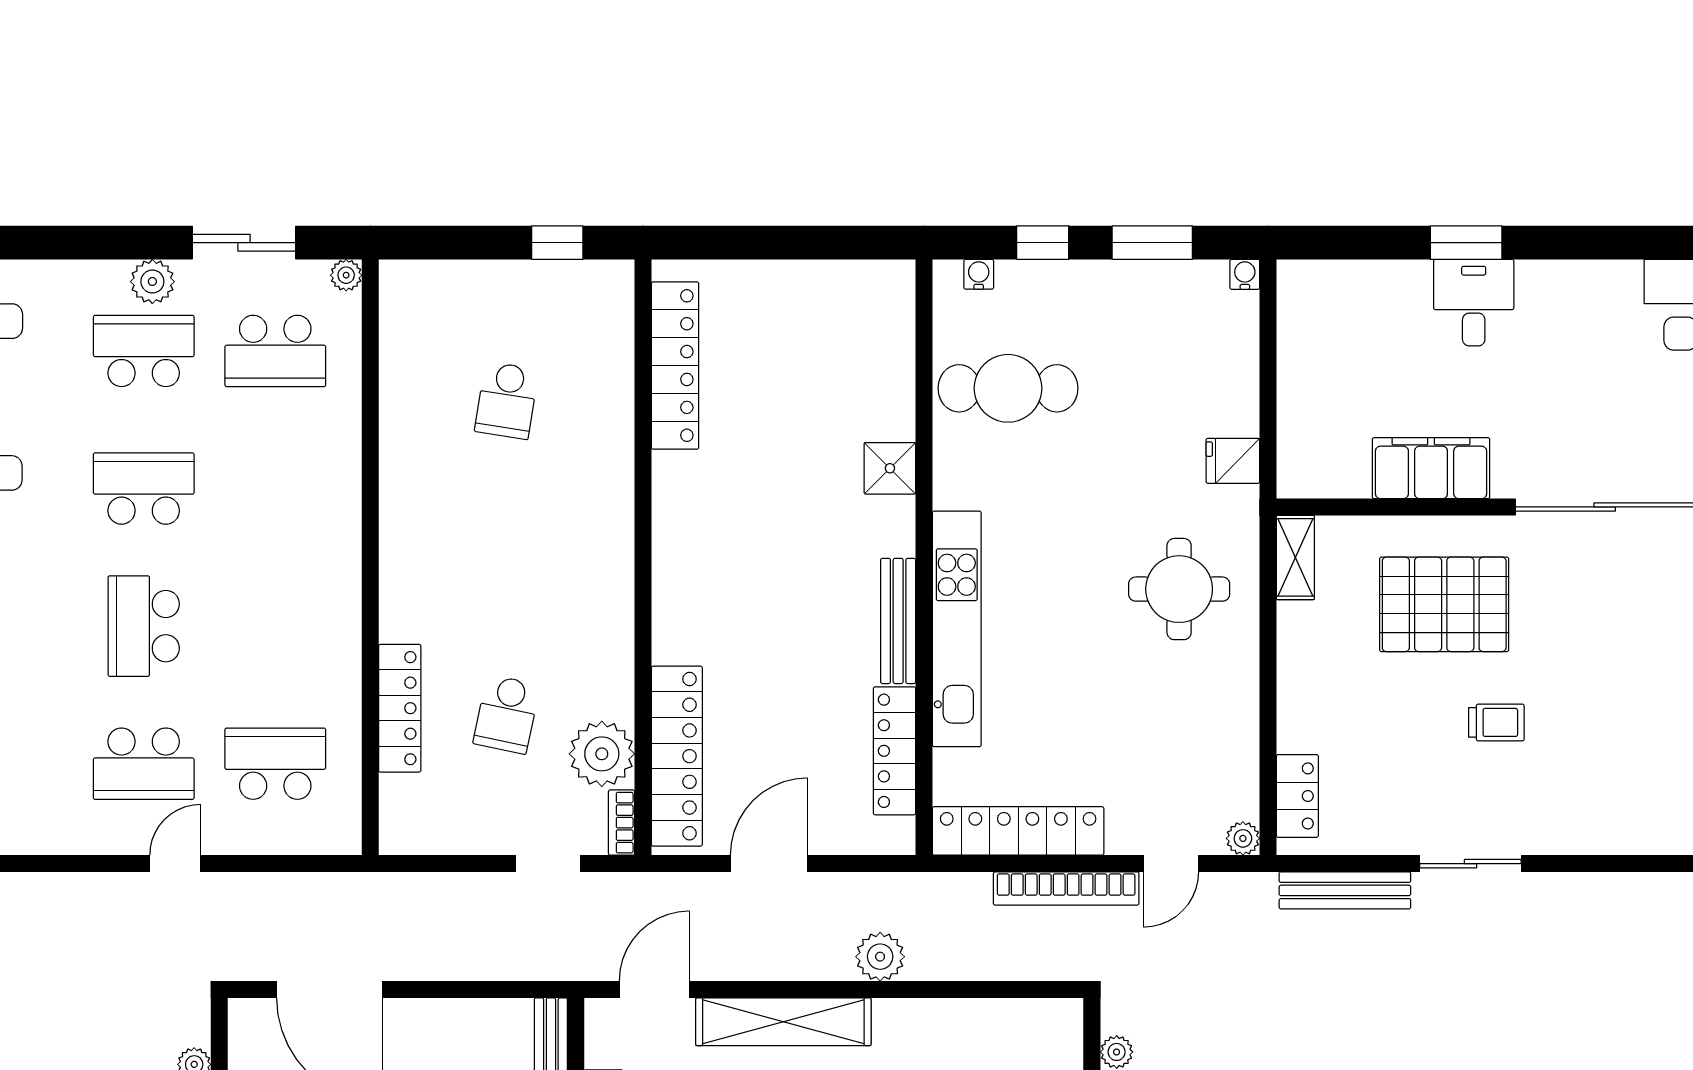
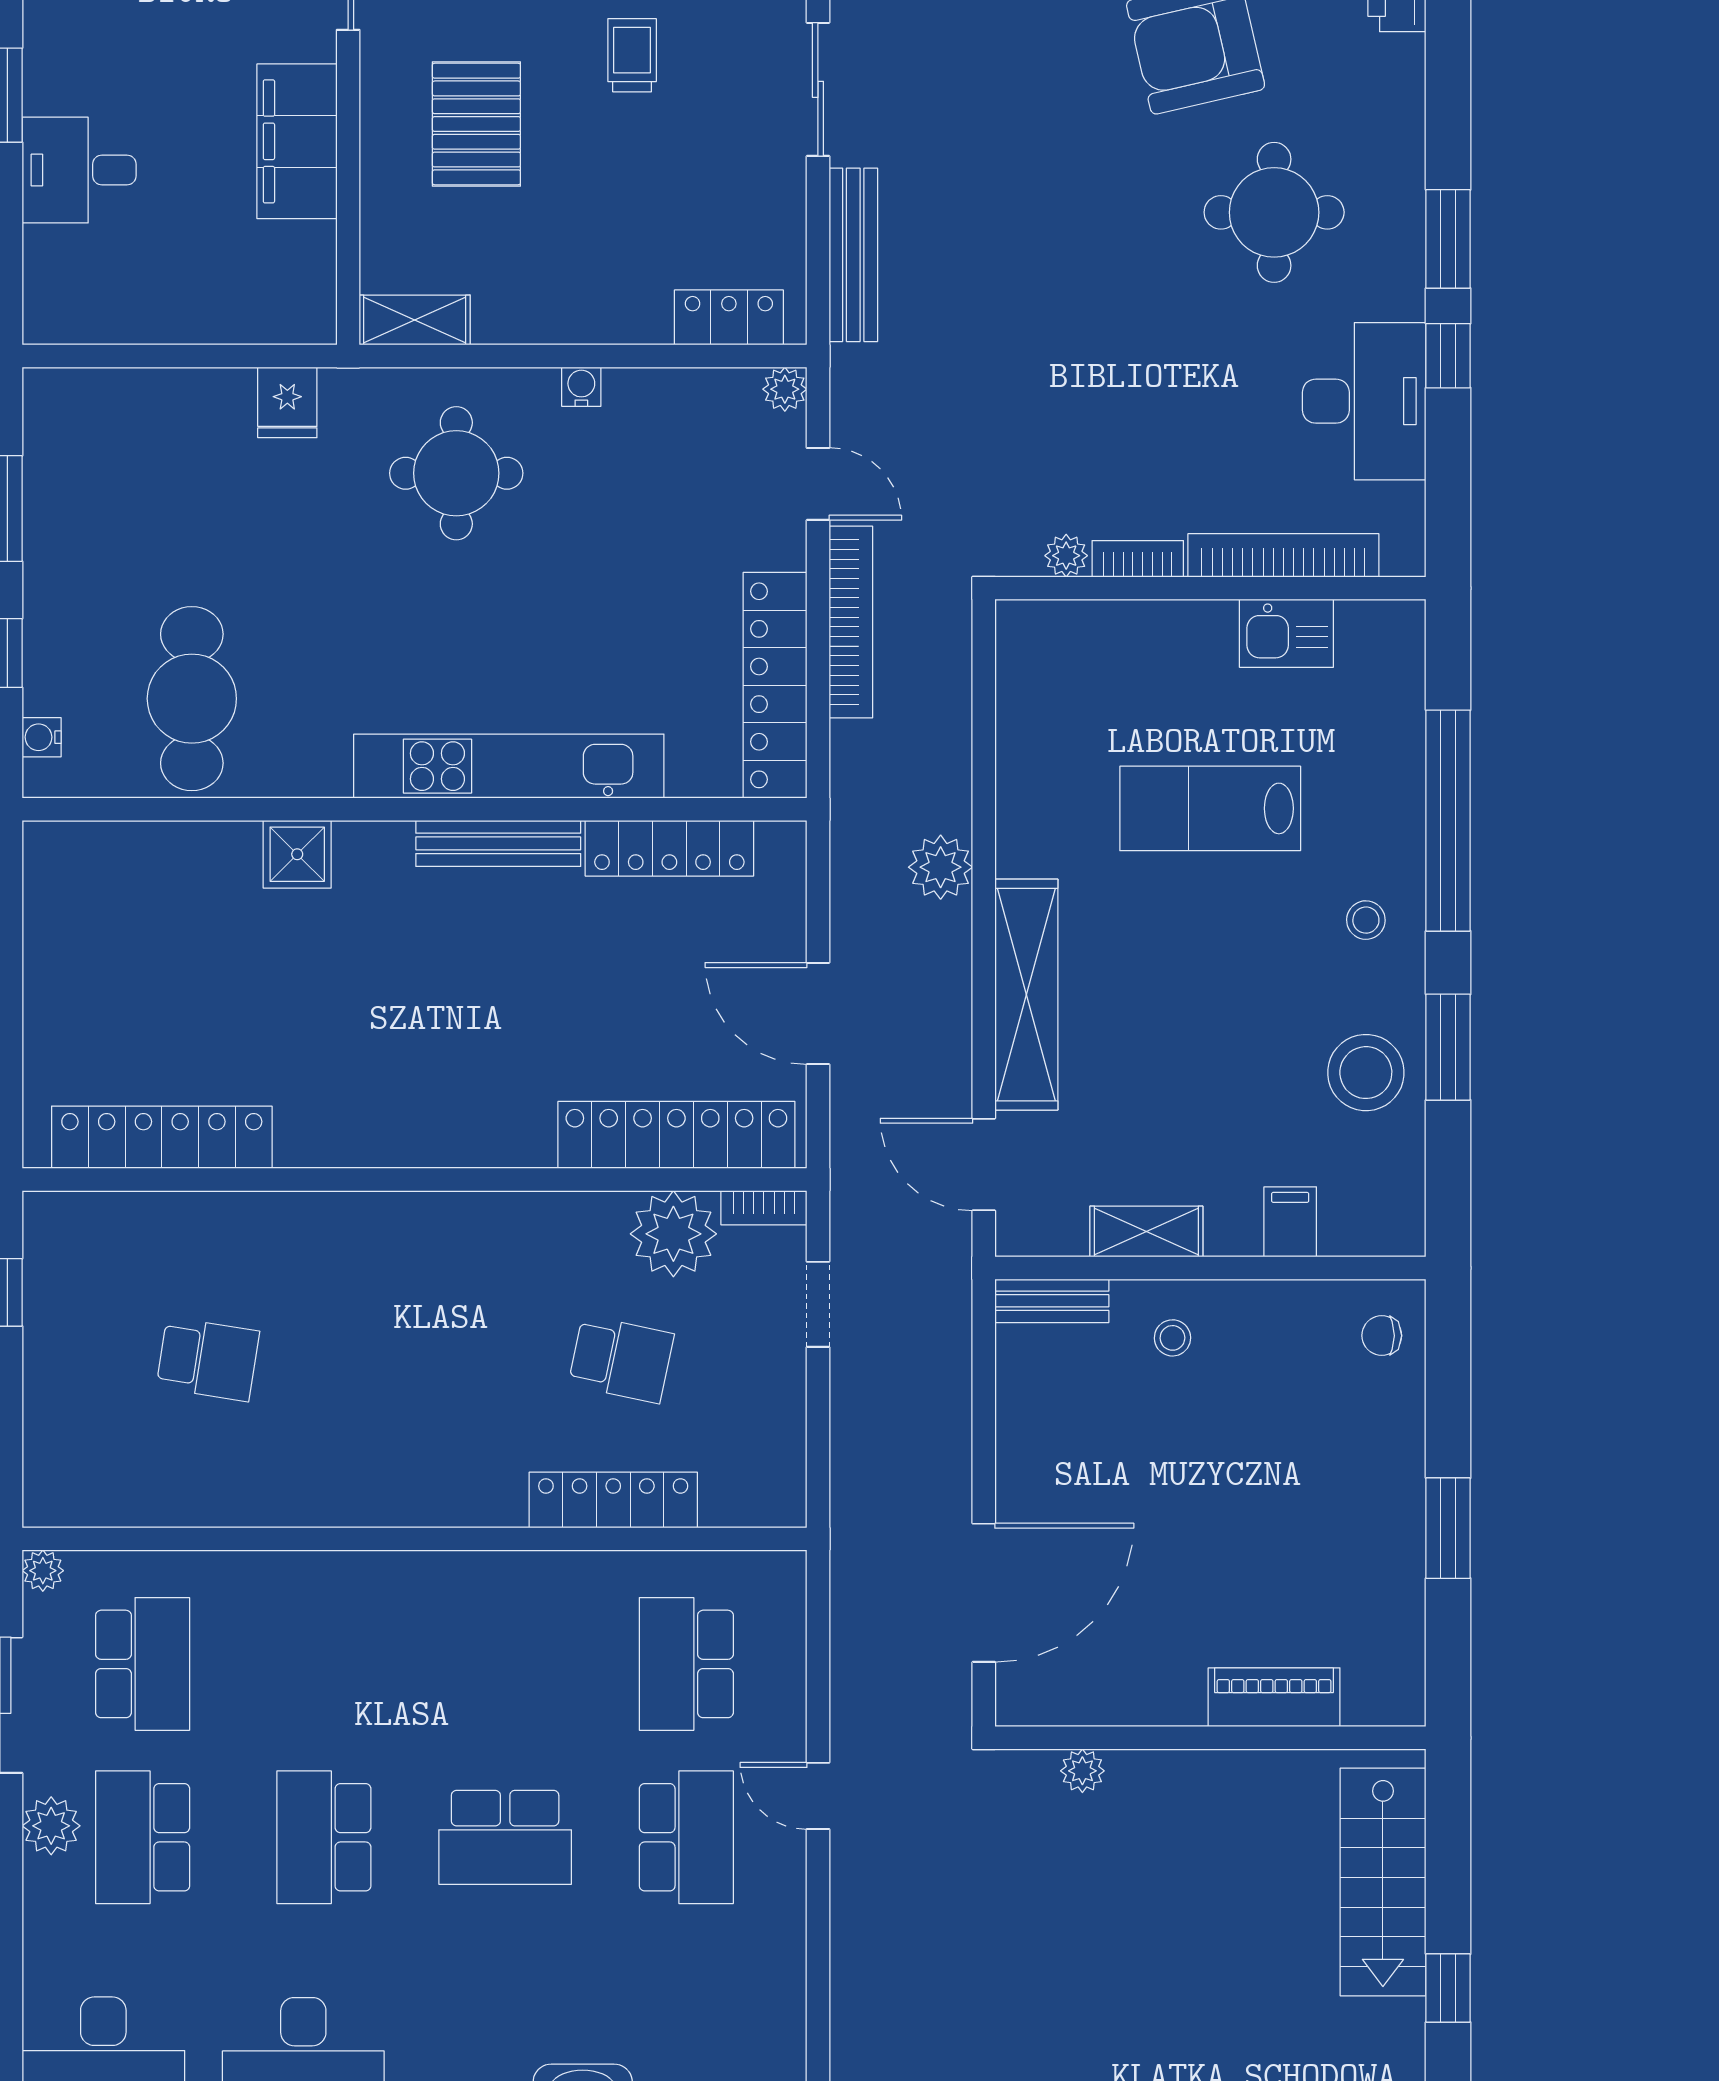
water cooler: (1245, 274) -> (581, 387), moved, turned 90
desk: (1474, 303) -> (79, 170), moved
pallet: (1444, 604) -> (476, 124), width x0.73, depth x0.71

